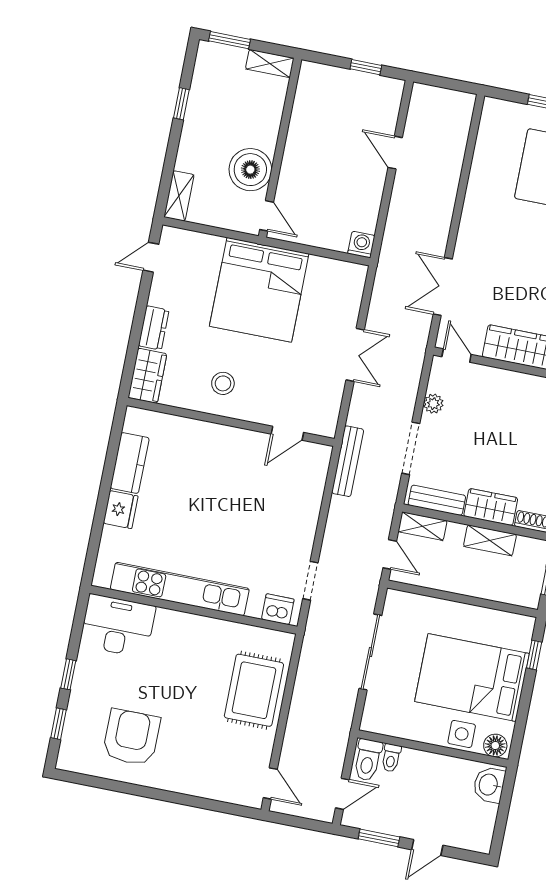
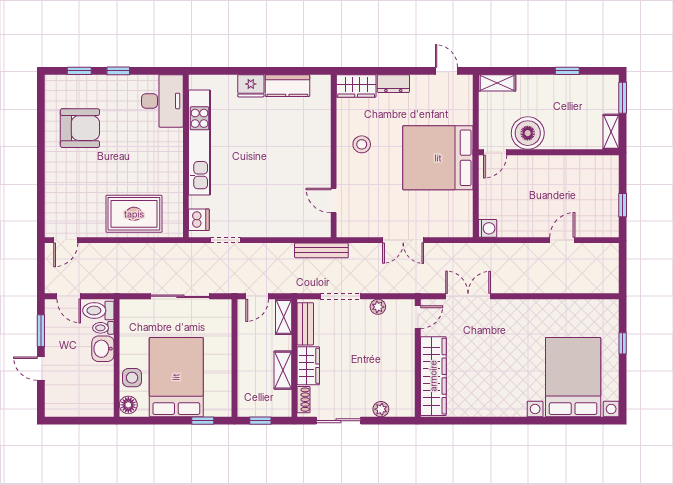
washbasin: (489, 785) -> (103, 349), moved, turned -90

